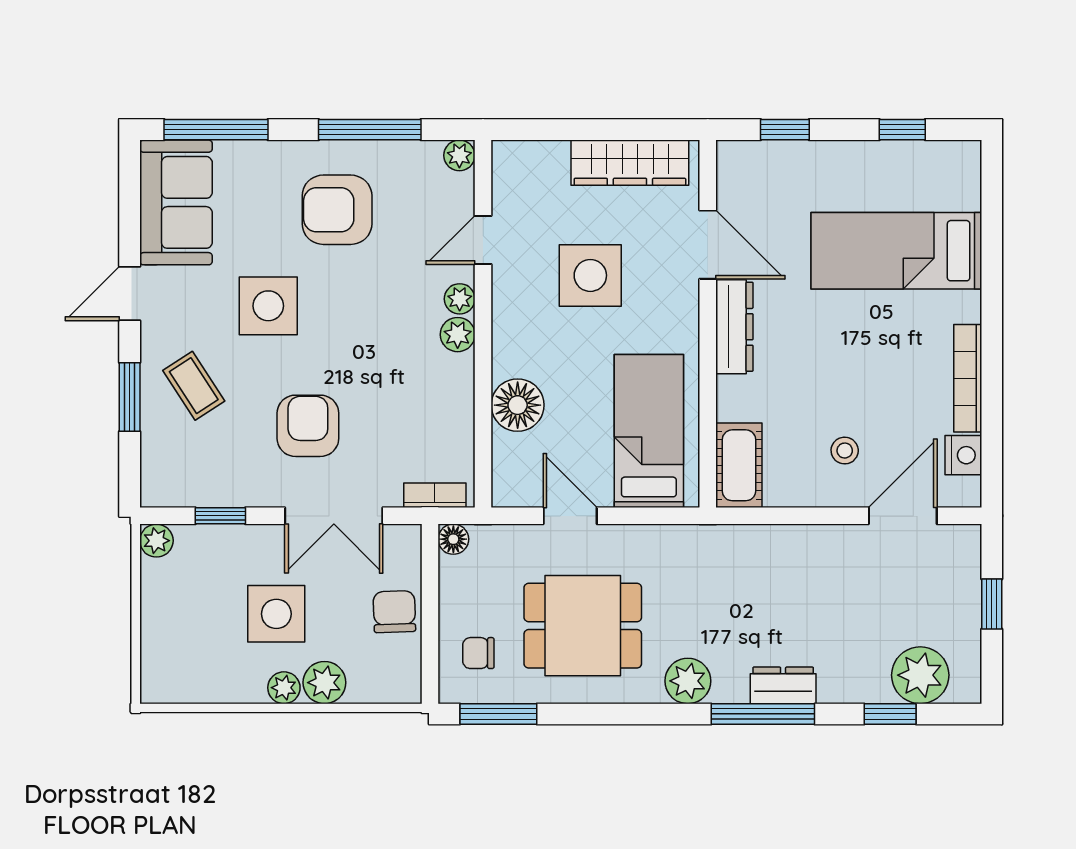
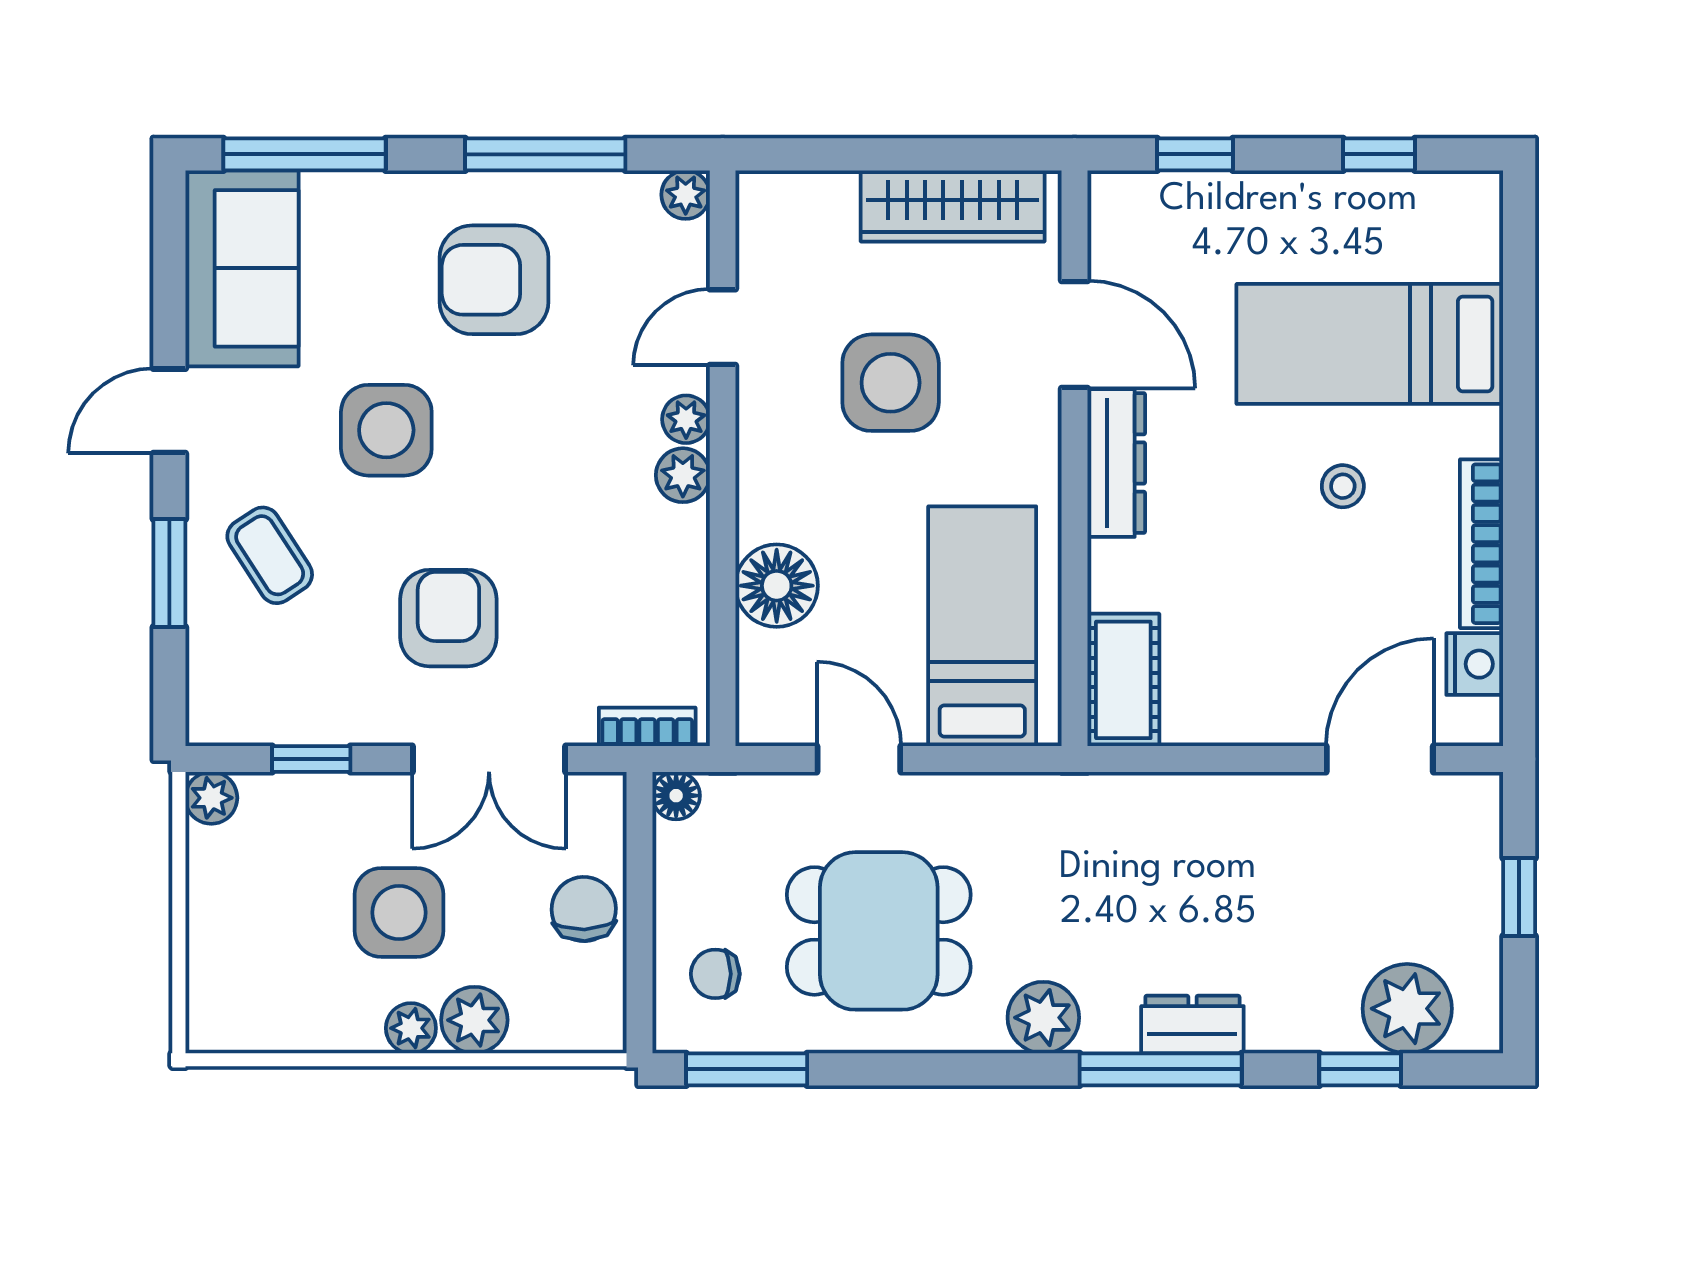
stool: (845, 451) -> (1343, 486), moved

